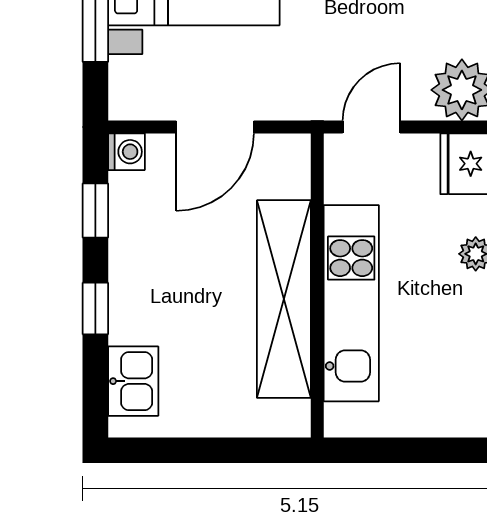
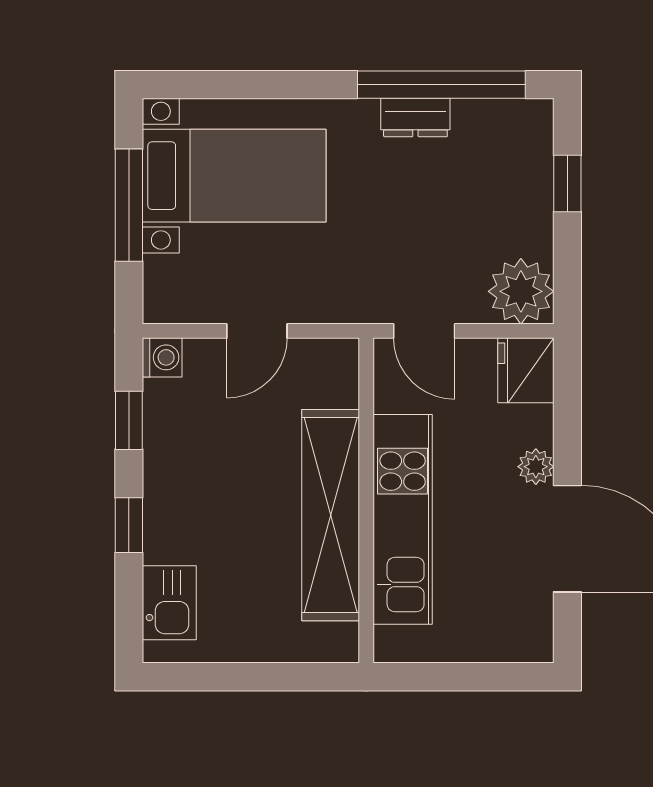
door: (215, 127) -> (257, 331), width x0.73
door: (371, 127) -> (424, 331), swing flipped

